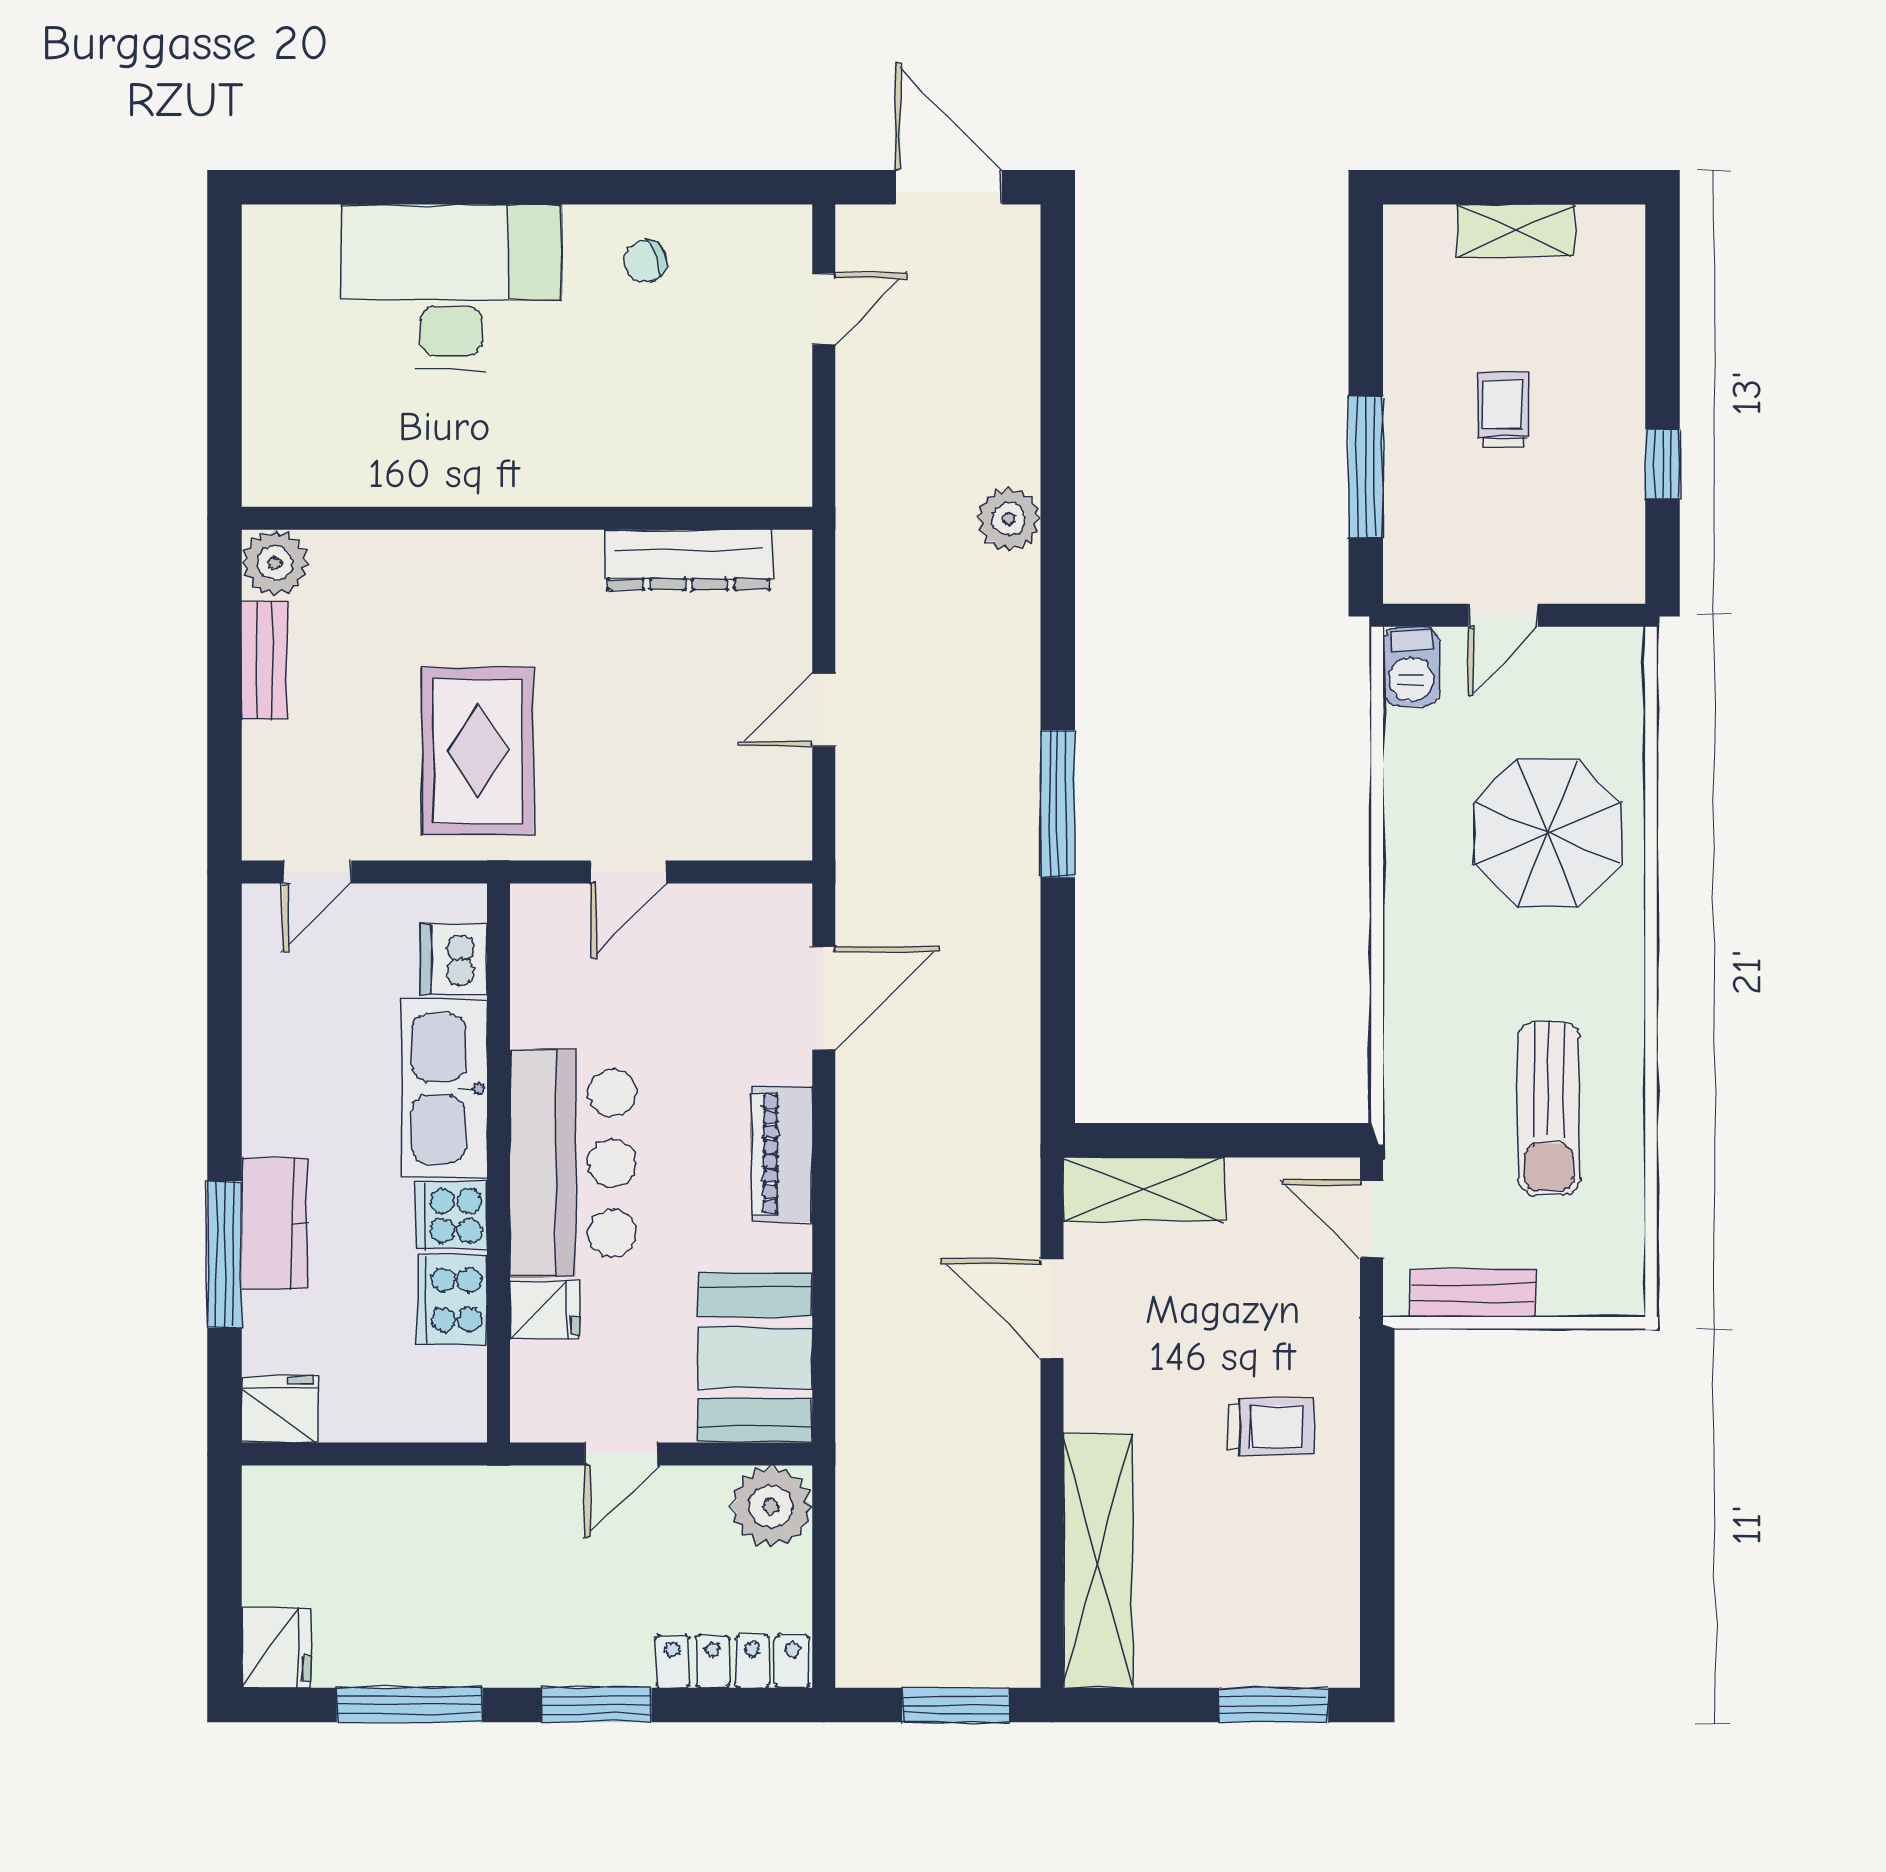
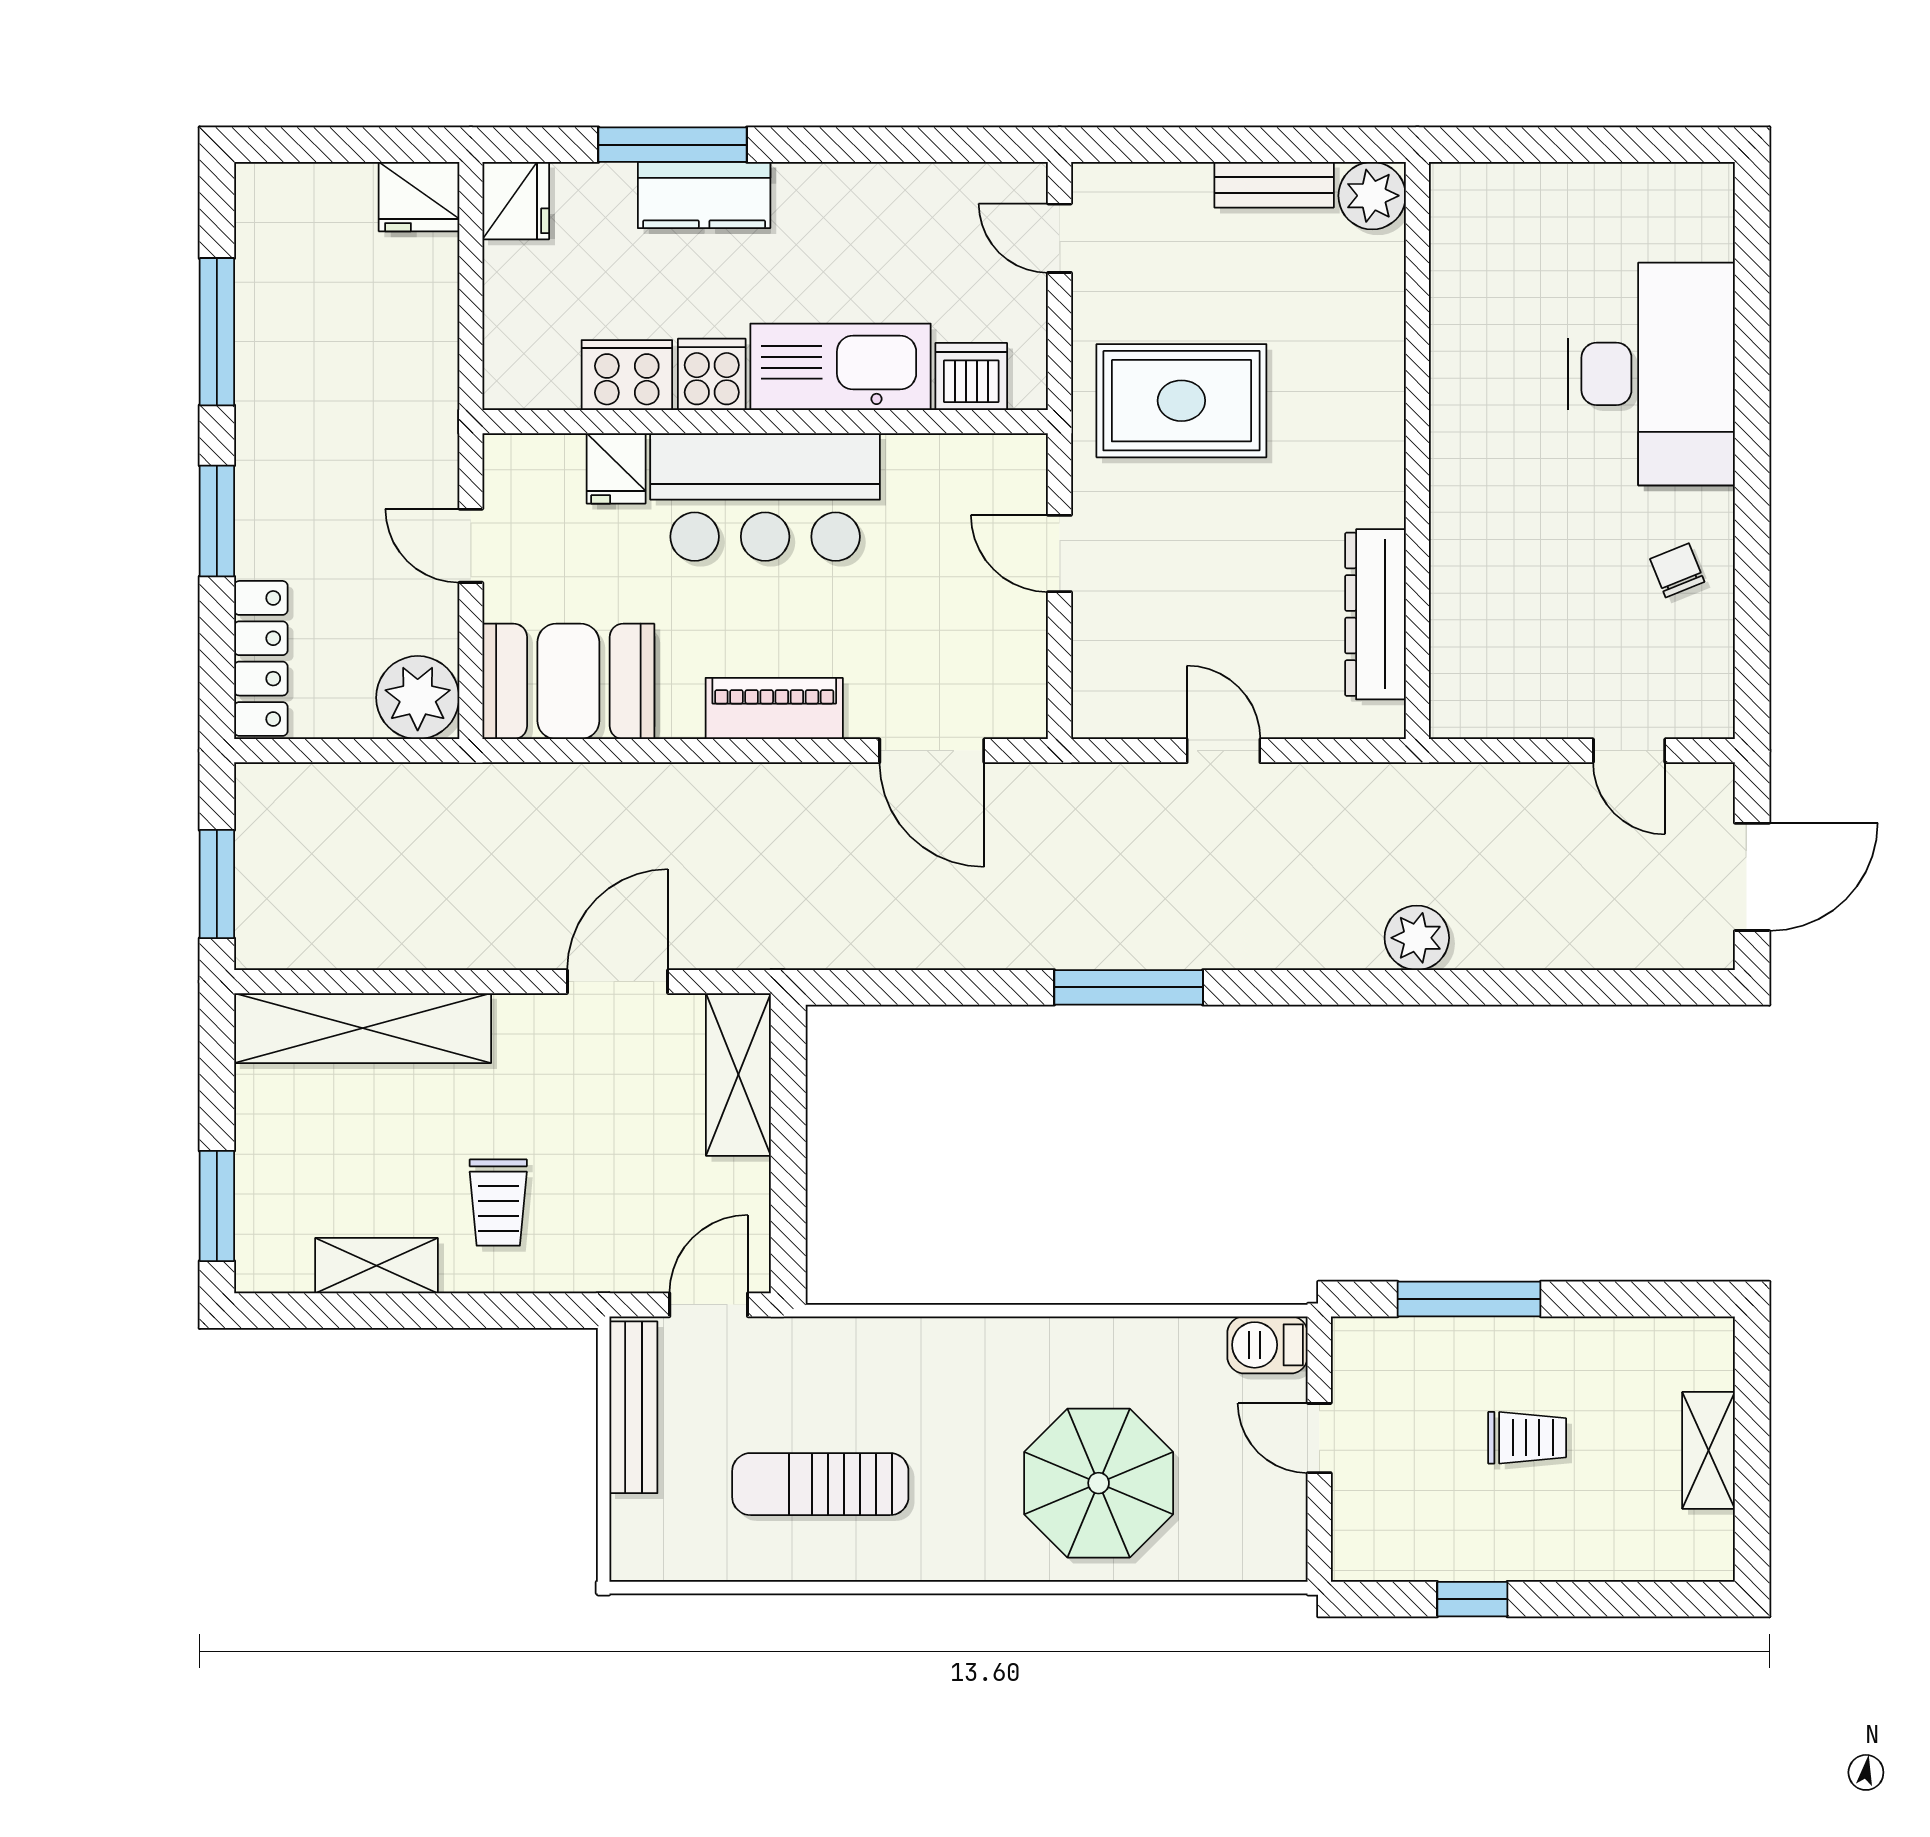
bench: (1473, 1293) -> (633, 1407), width x1.36
shelving: (1333, 1547) -> (377, 1266), added
fridge: (276, 1648) -> (419, 197), moved

